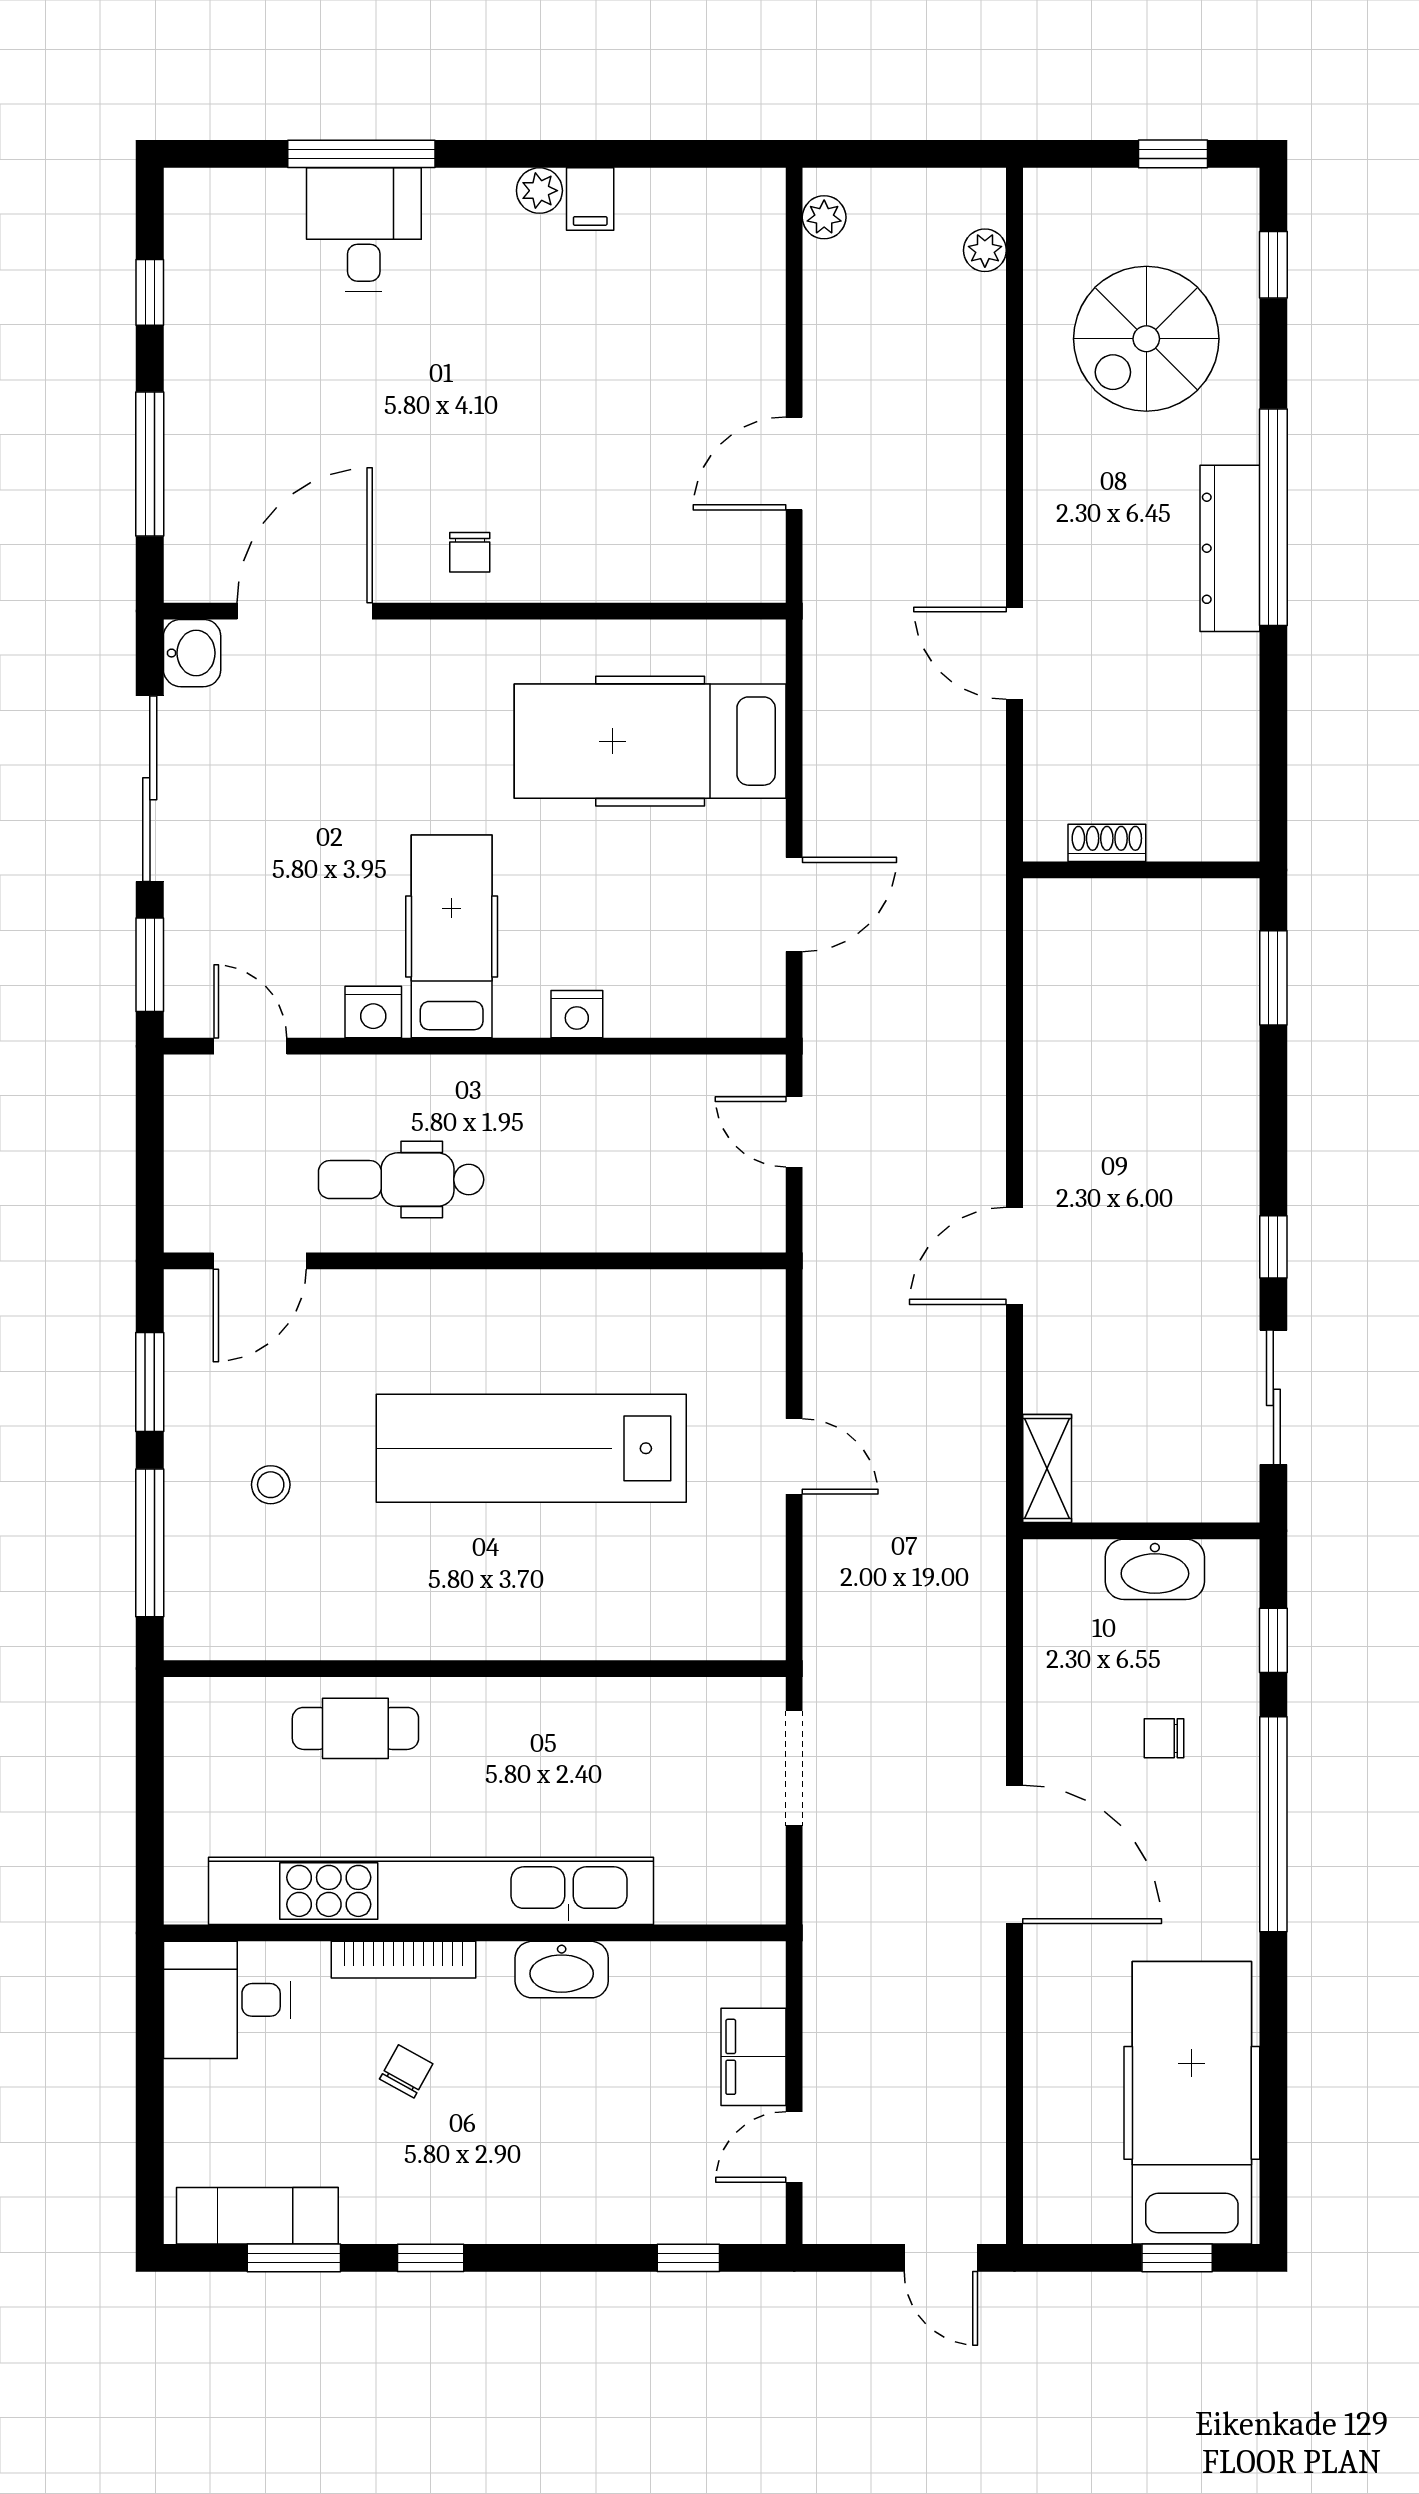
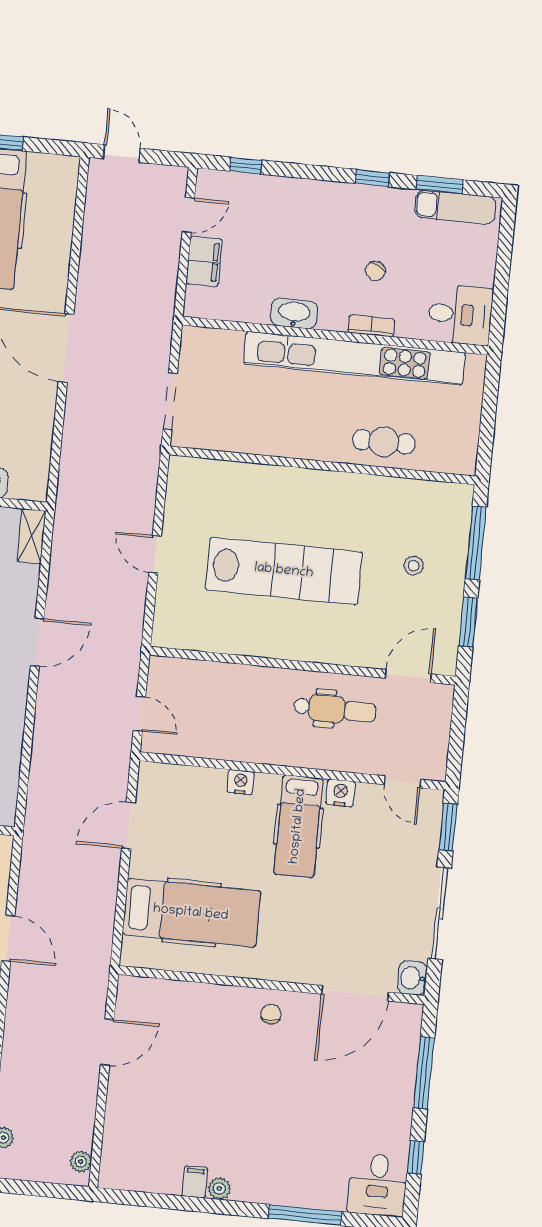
desk: (364, 229) -> (378, 1185), moved
bookcase: (403, 1960) -> (371, 326), width x0.64

